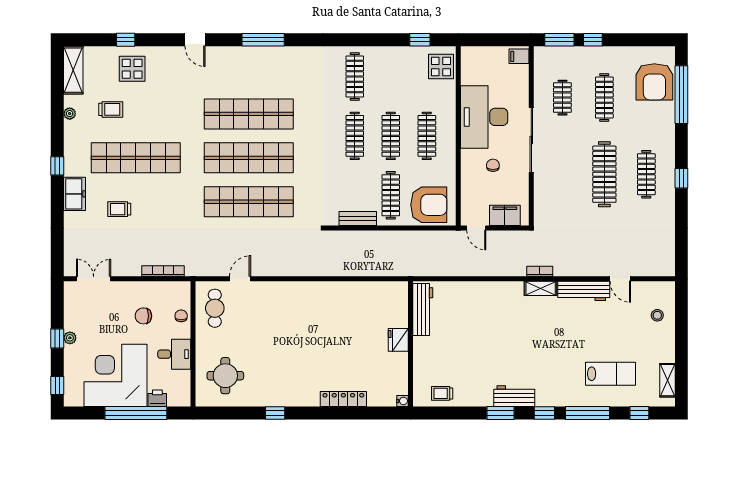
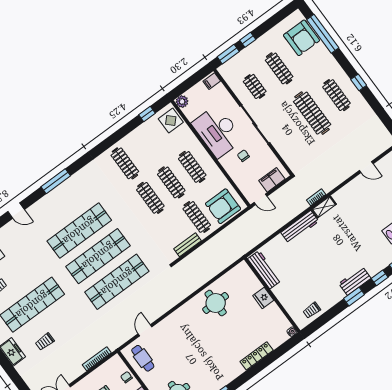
plant: (469, 55) -> (182, 102), added
armchair: (429, 205) -> (223, 206), turned 180
workbench: (584, 291) -> (300, 227), moved
round table: (341, 306) -> (216, 303), added

